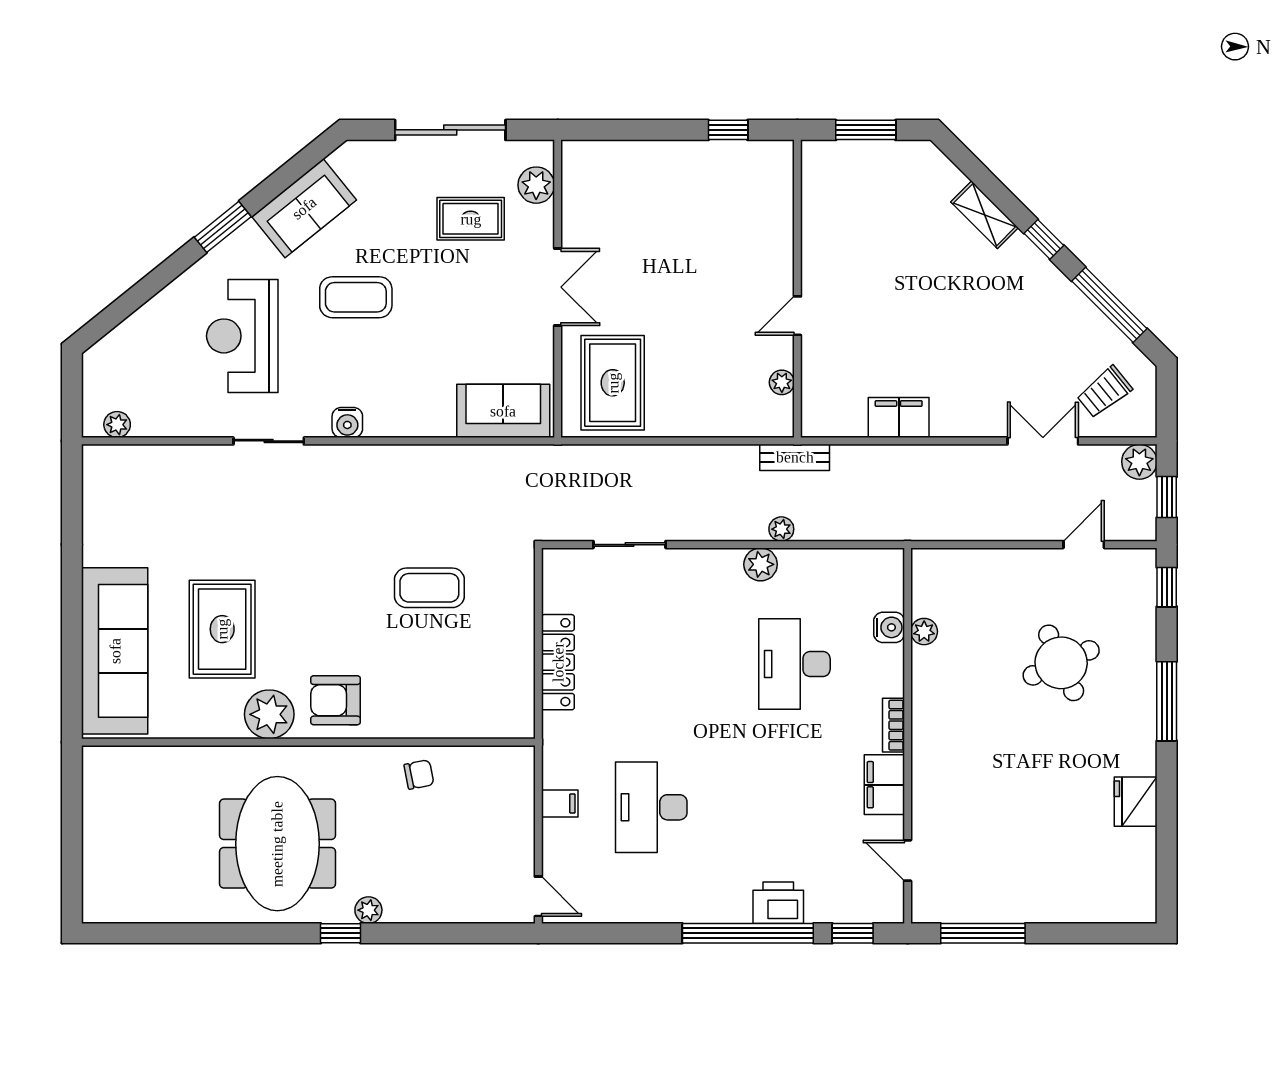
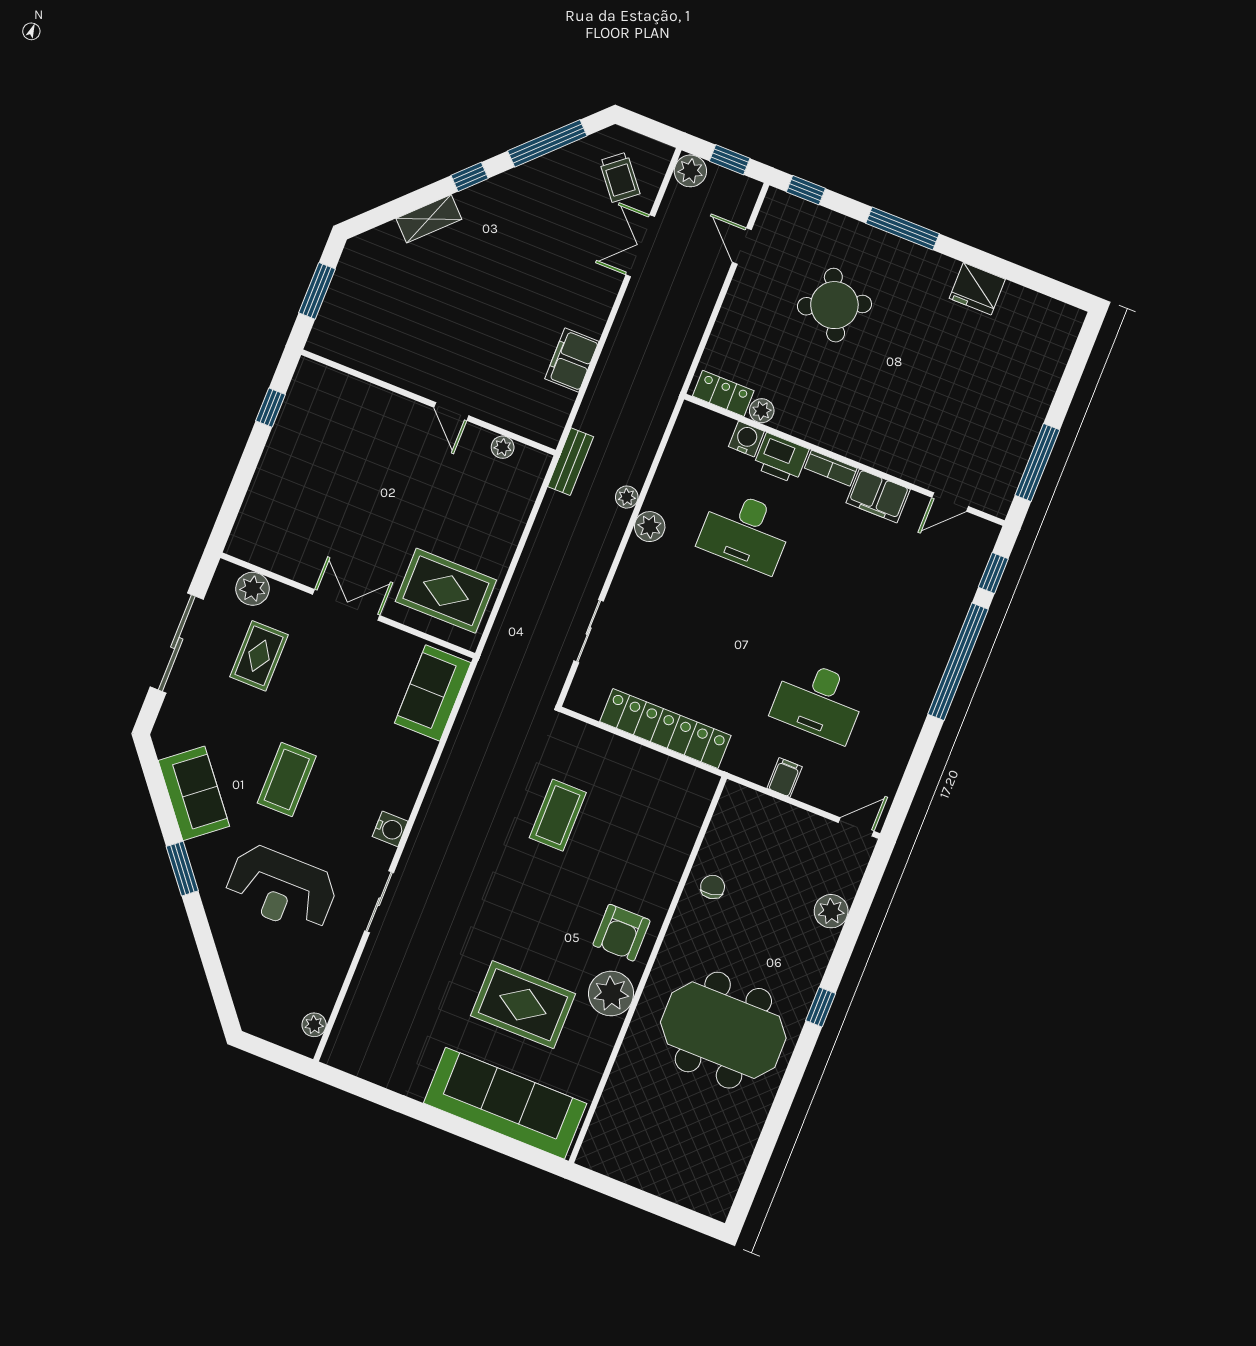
locker: (926, 585) -> (723, 393), added
locker: (558, 662) -> (665, 729), width x1.41, depth x1.21
printer: (778, 903) -> (781, 458), moved, turned -90
plant: (368, 910) -> (831, 911), moved, width x1.38, depth x1.38

